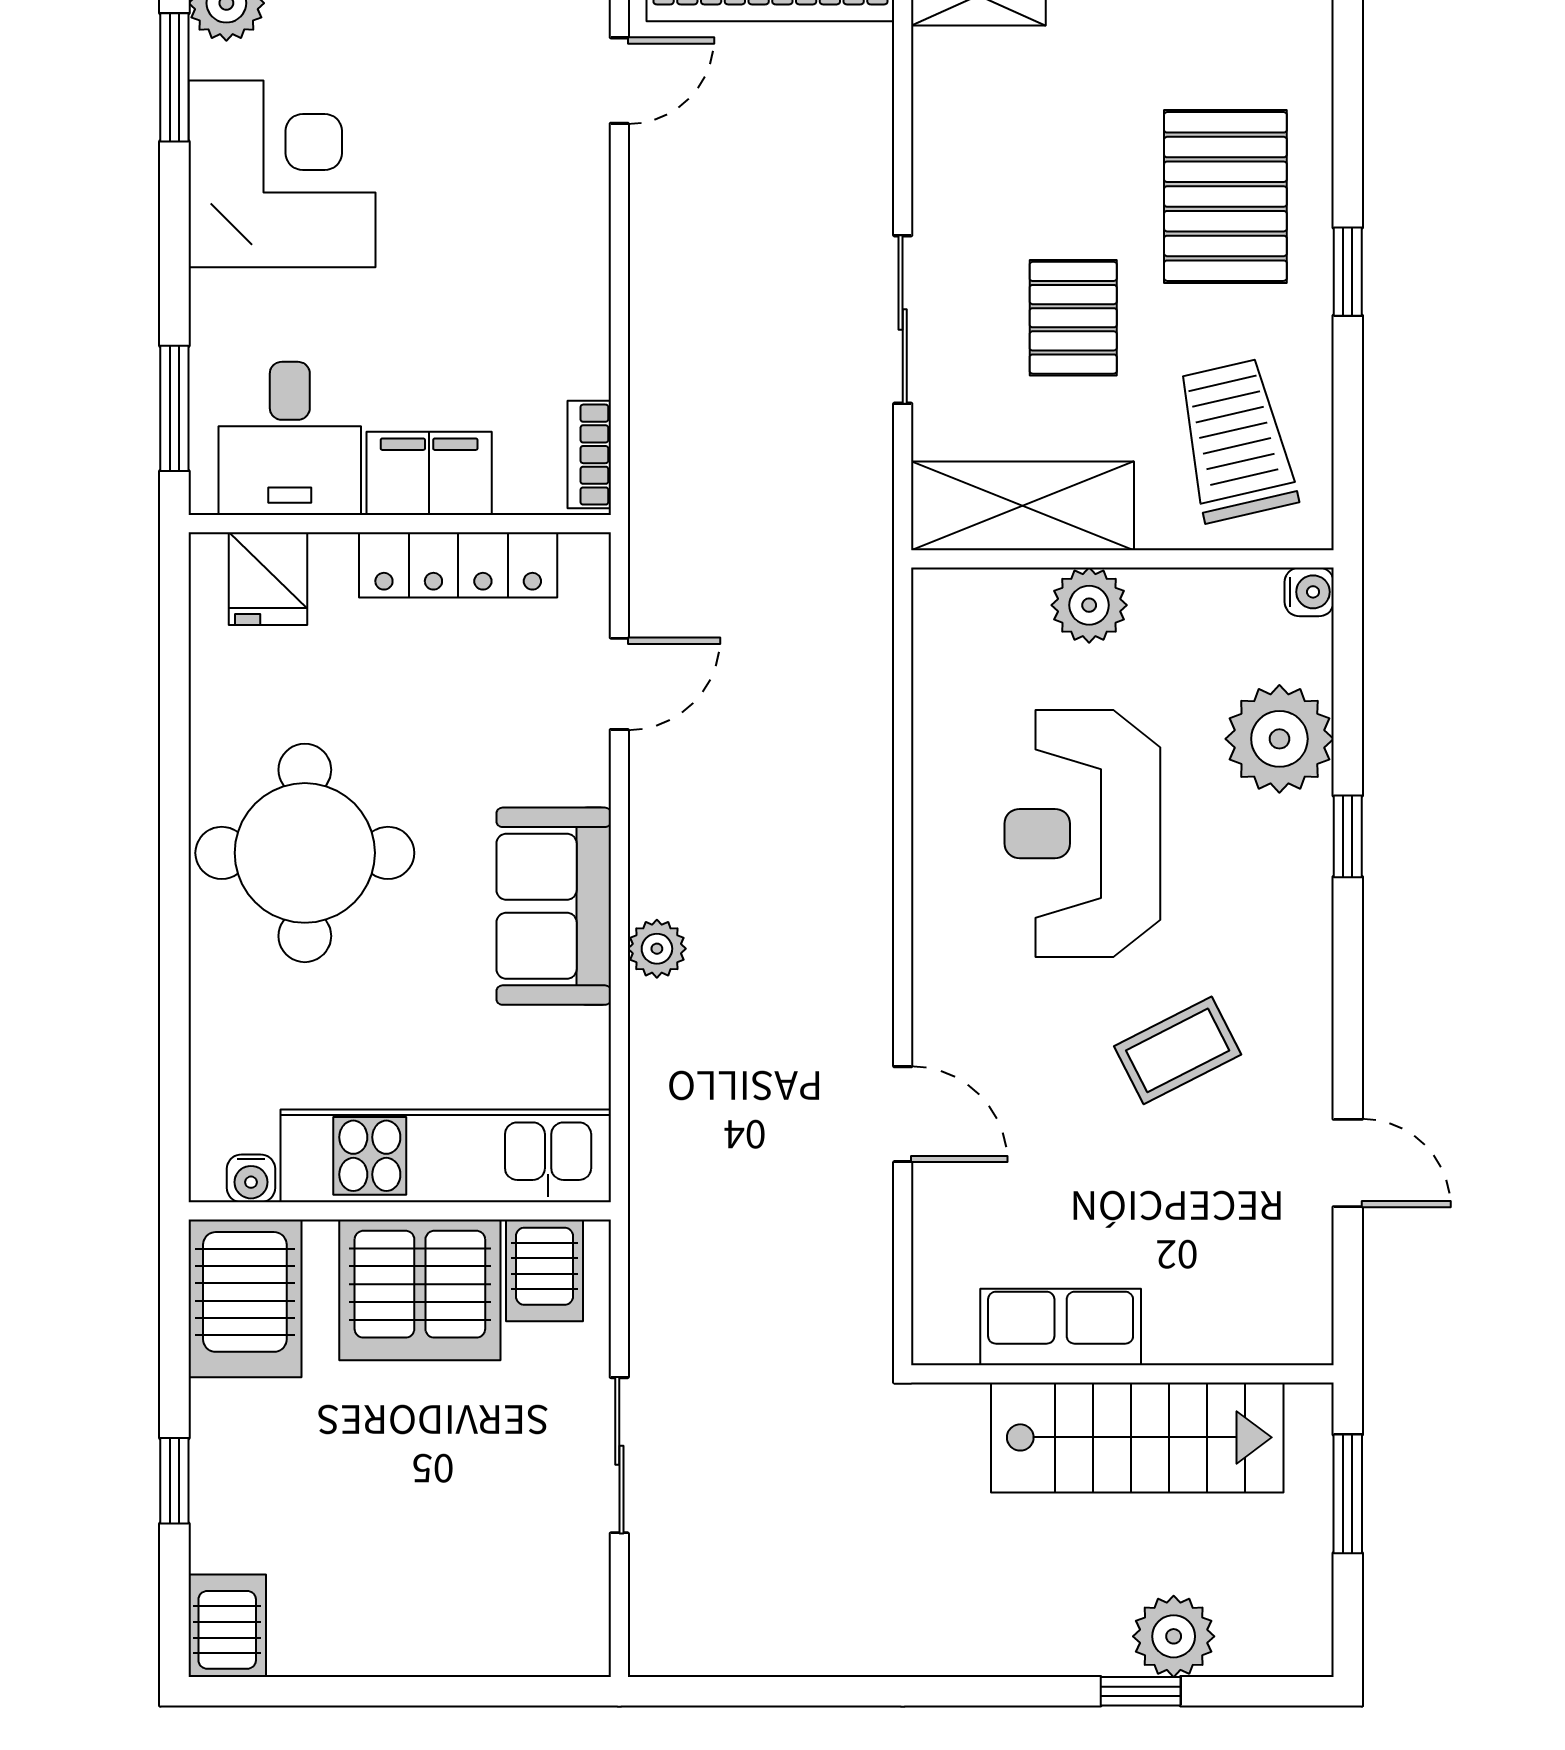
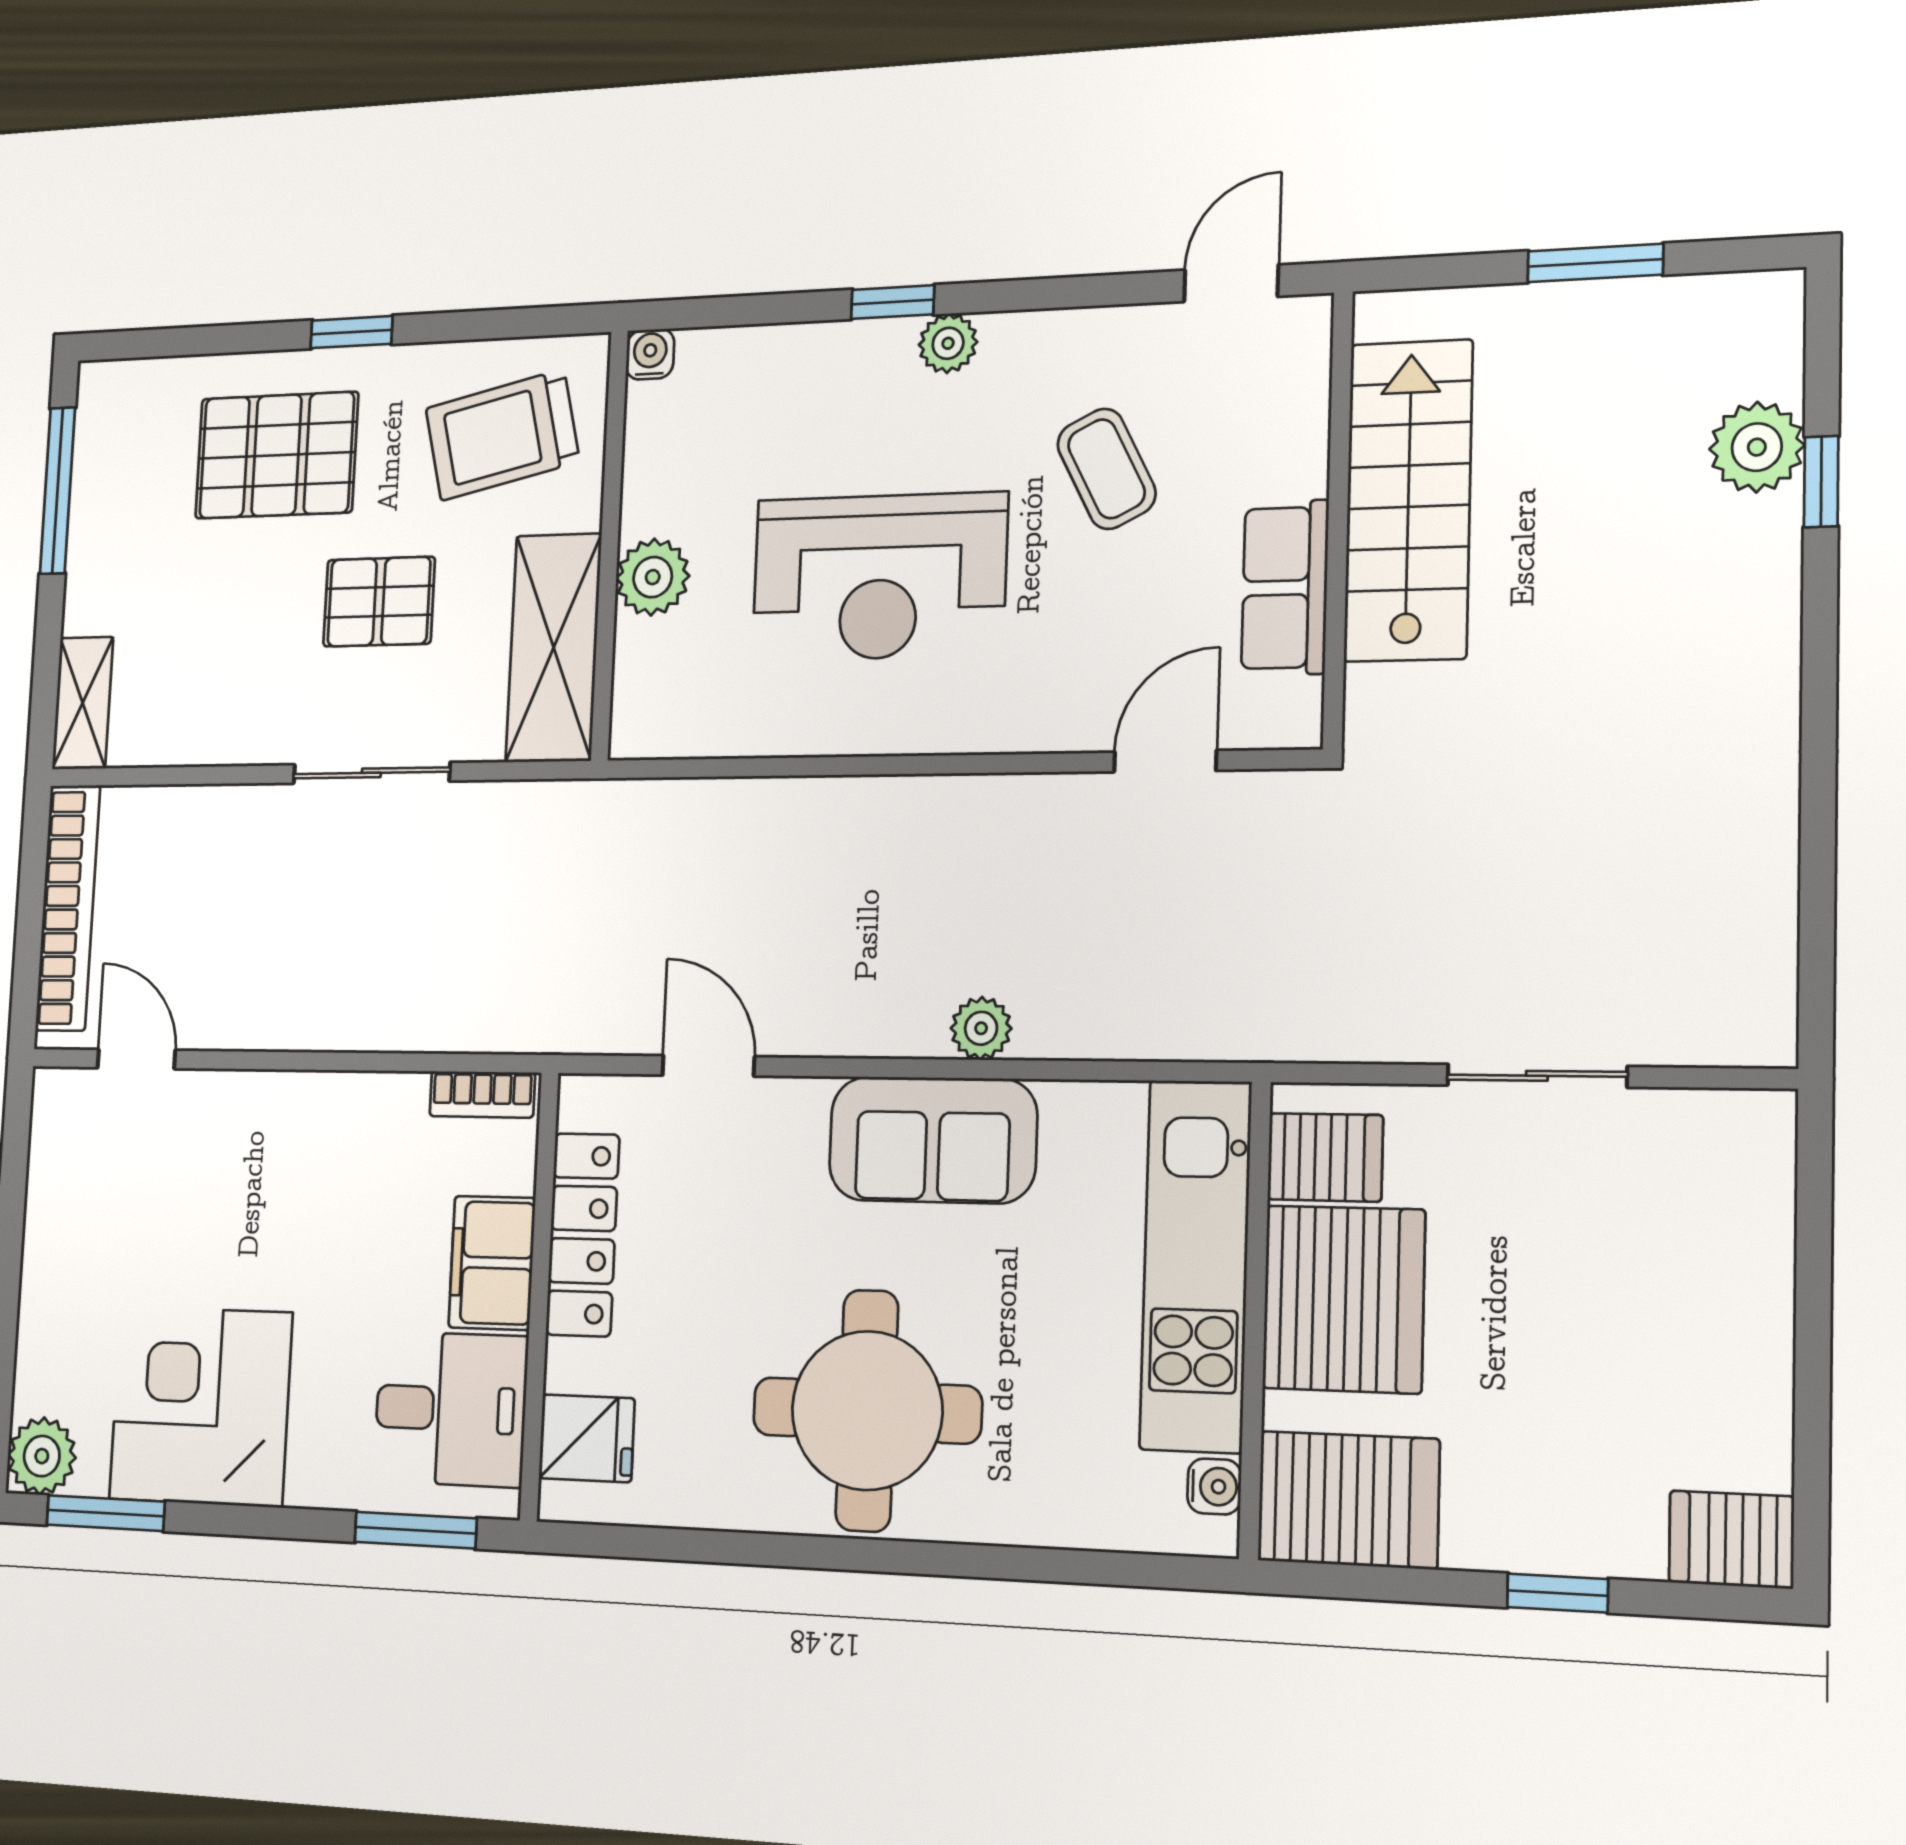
plant: (1279, 739) -> (948, 343), moved, width x0.53, depth x0.53
row of seats: (1061, 1327) -> (1285, 588), moved
wall: (1122, 1374) -> (1338, 519), moved
stairs: (1137, 1437) -> (1408, 500), moved

